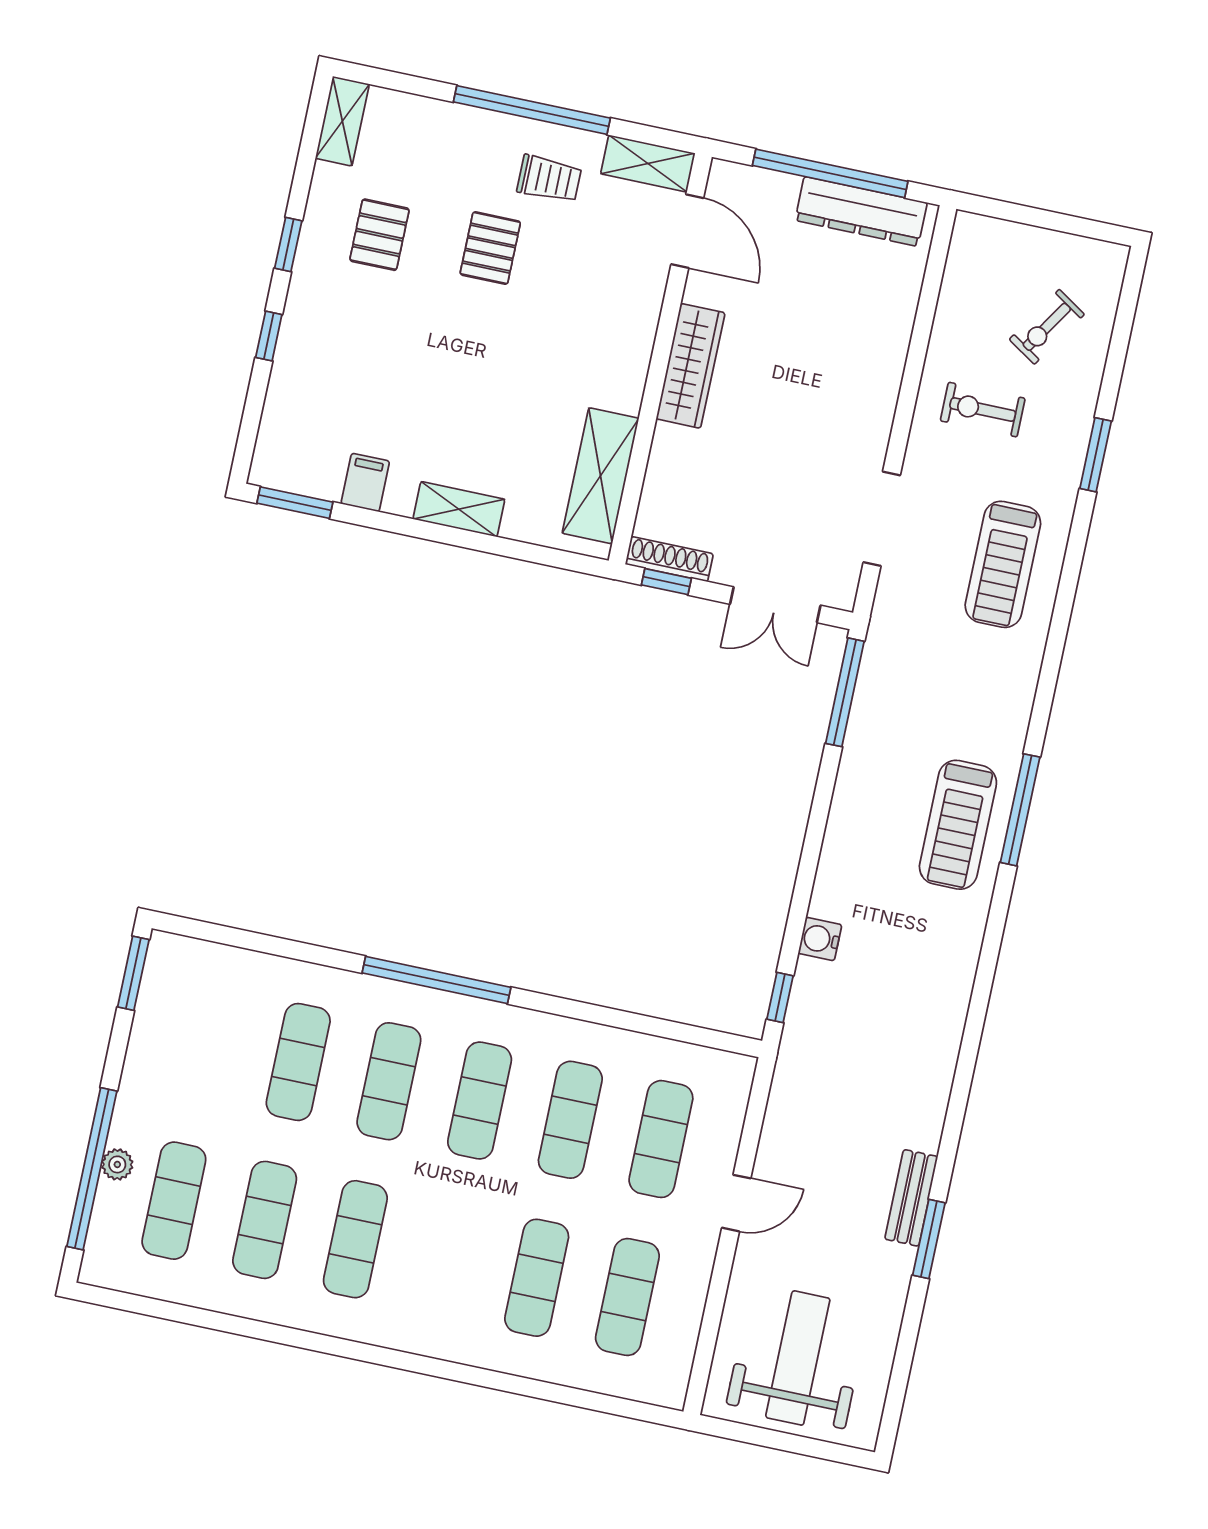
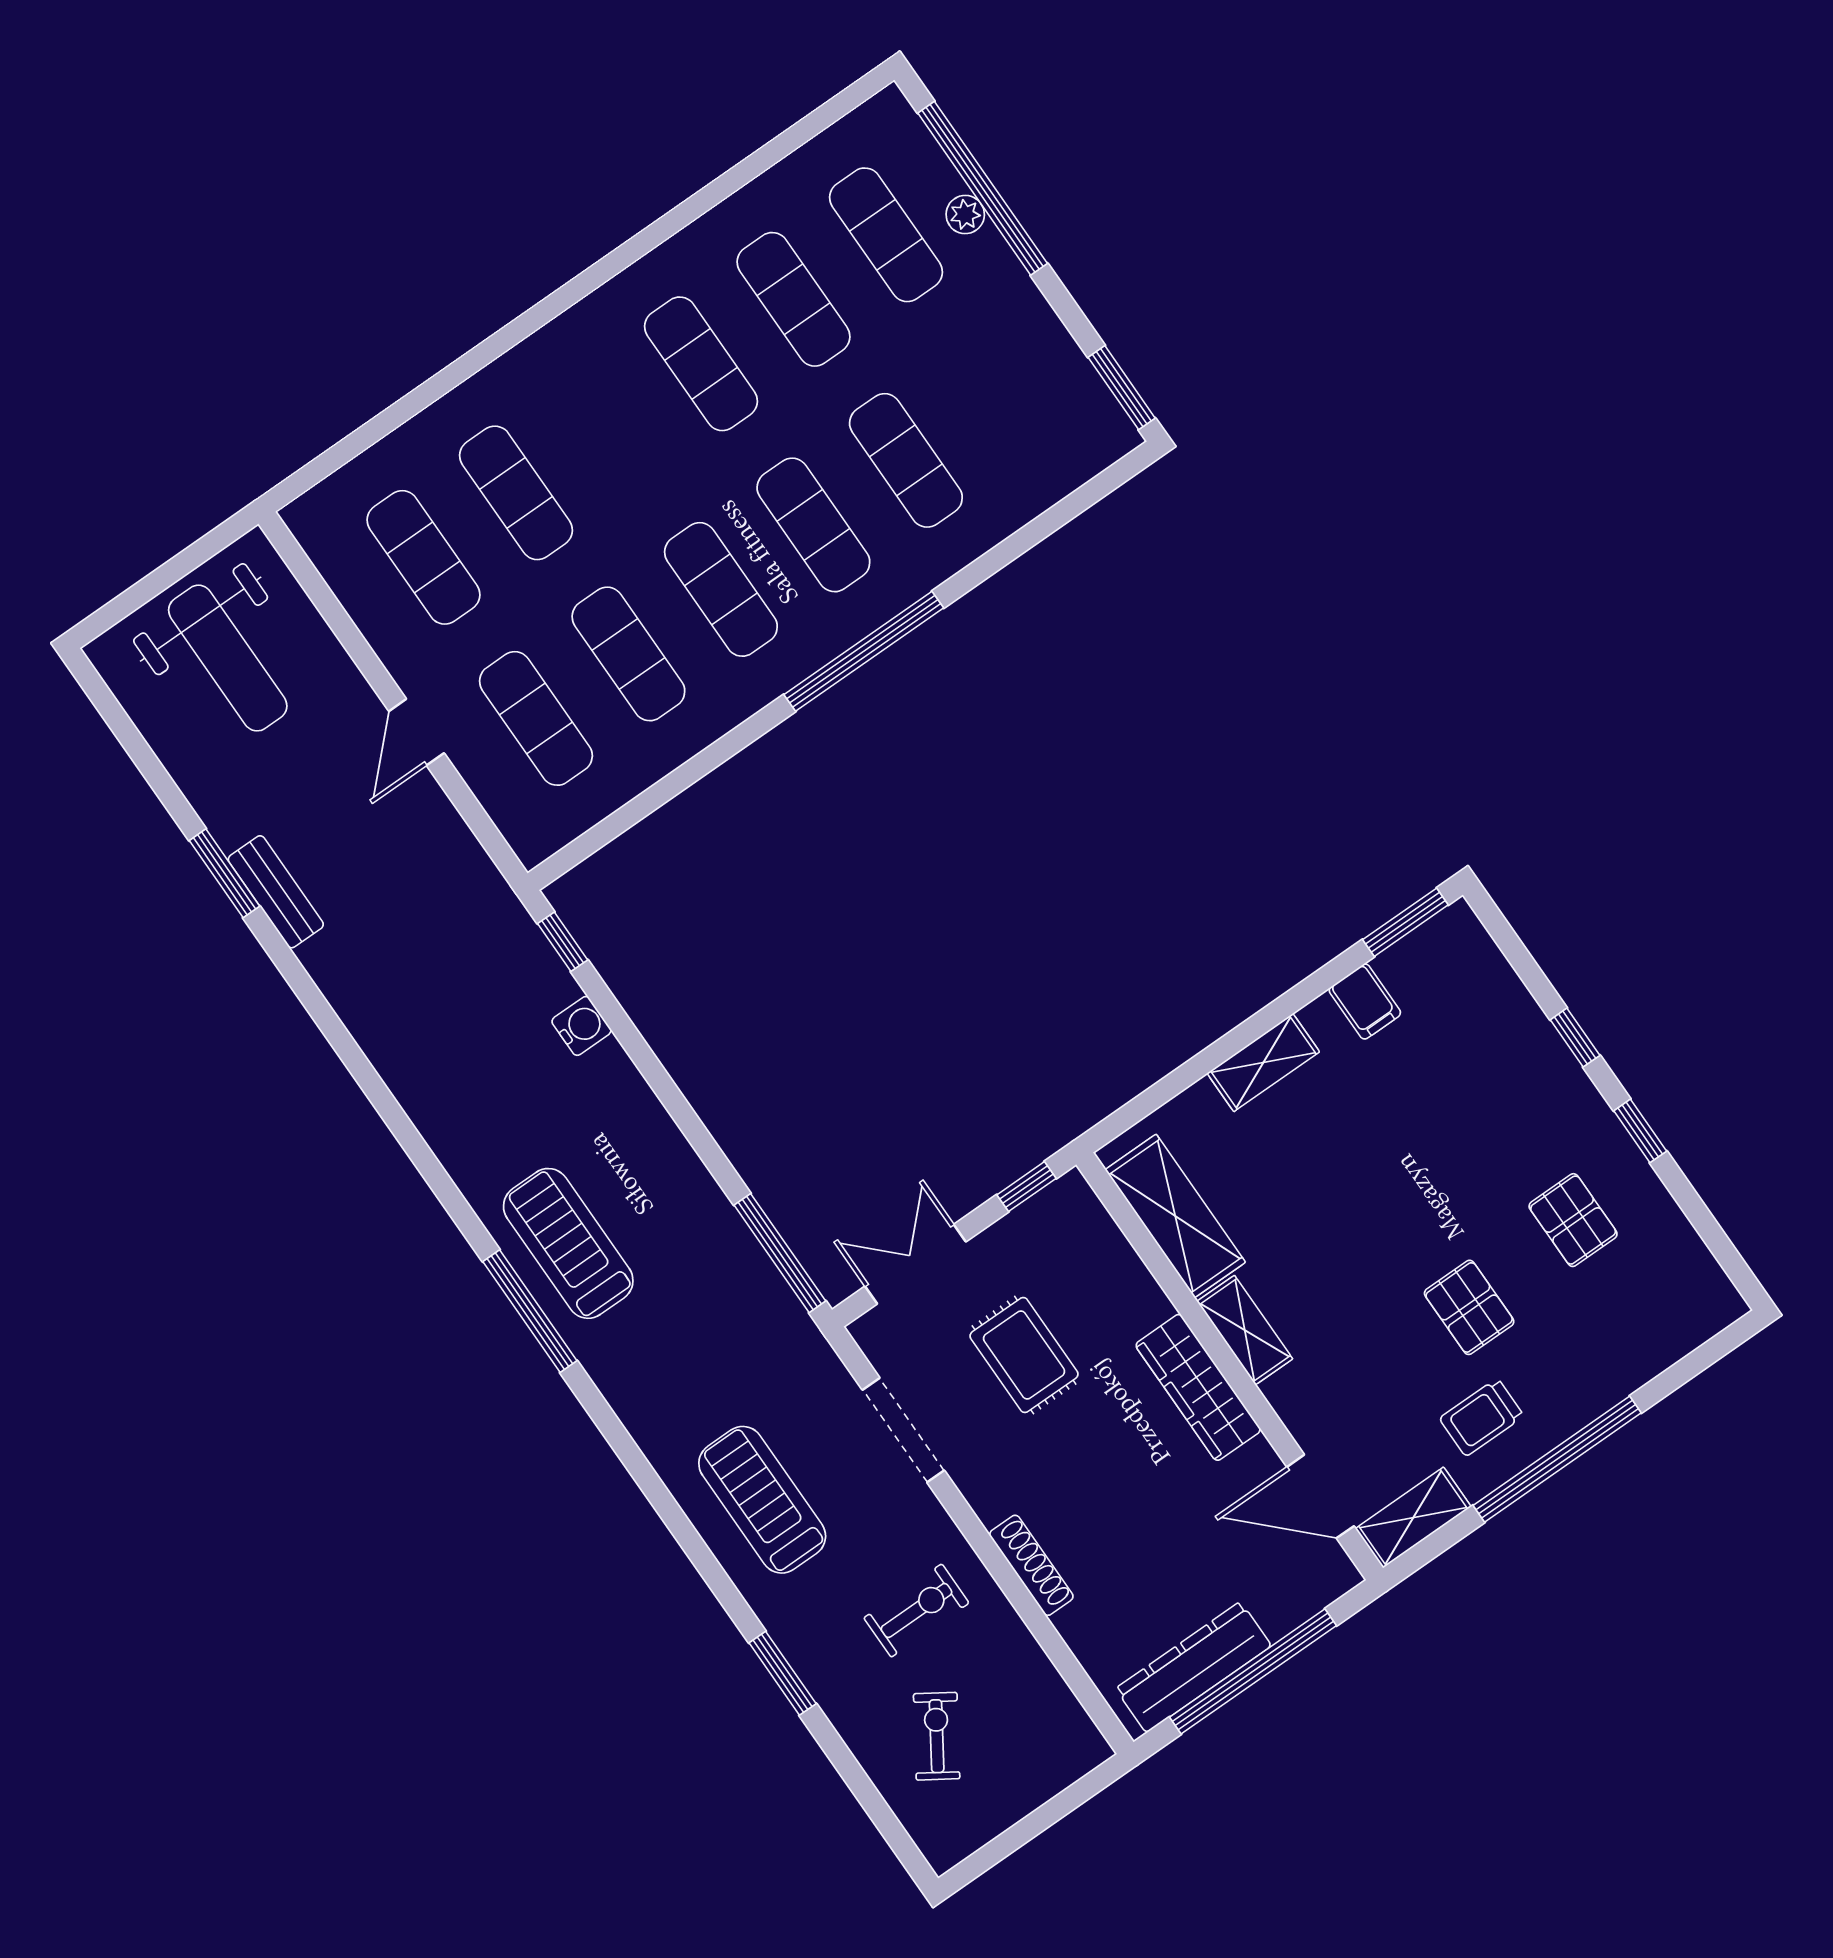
shelving: (342, 121) -> (1245, 1330), moved
rug: (769, 488) -> (1024, 1355), added
shoe rack: (669, 559) -> (1031, 1565), moved, turned -90

